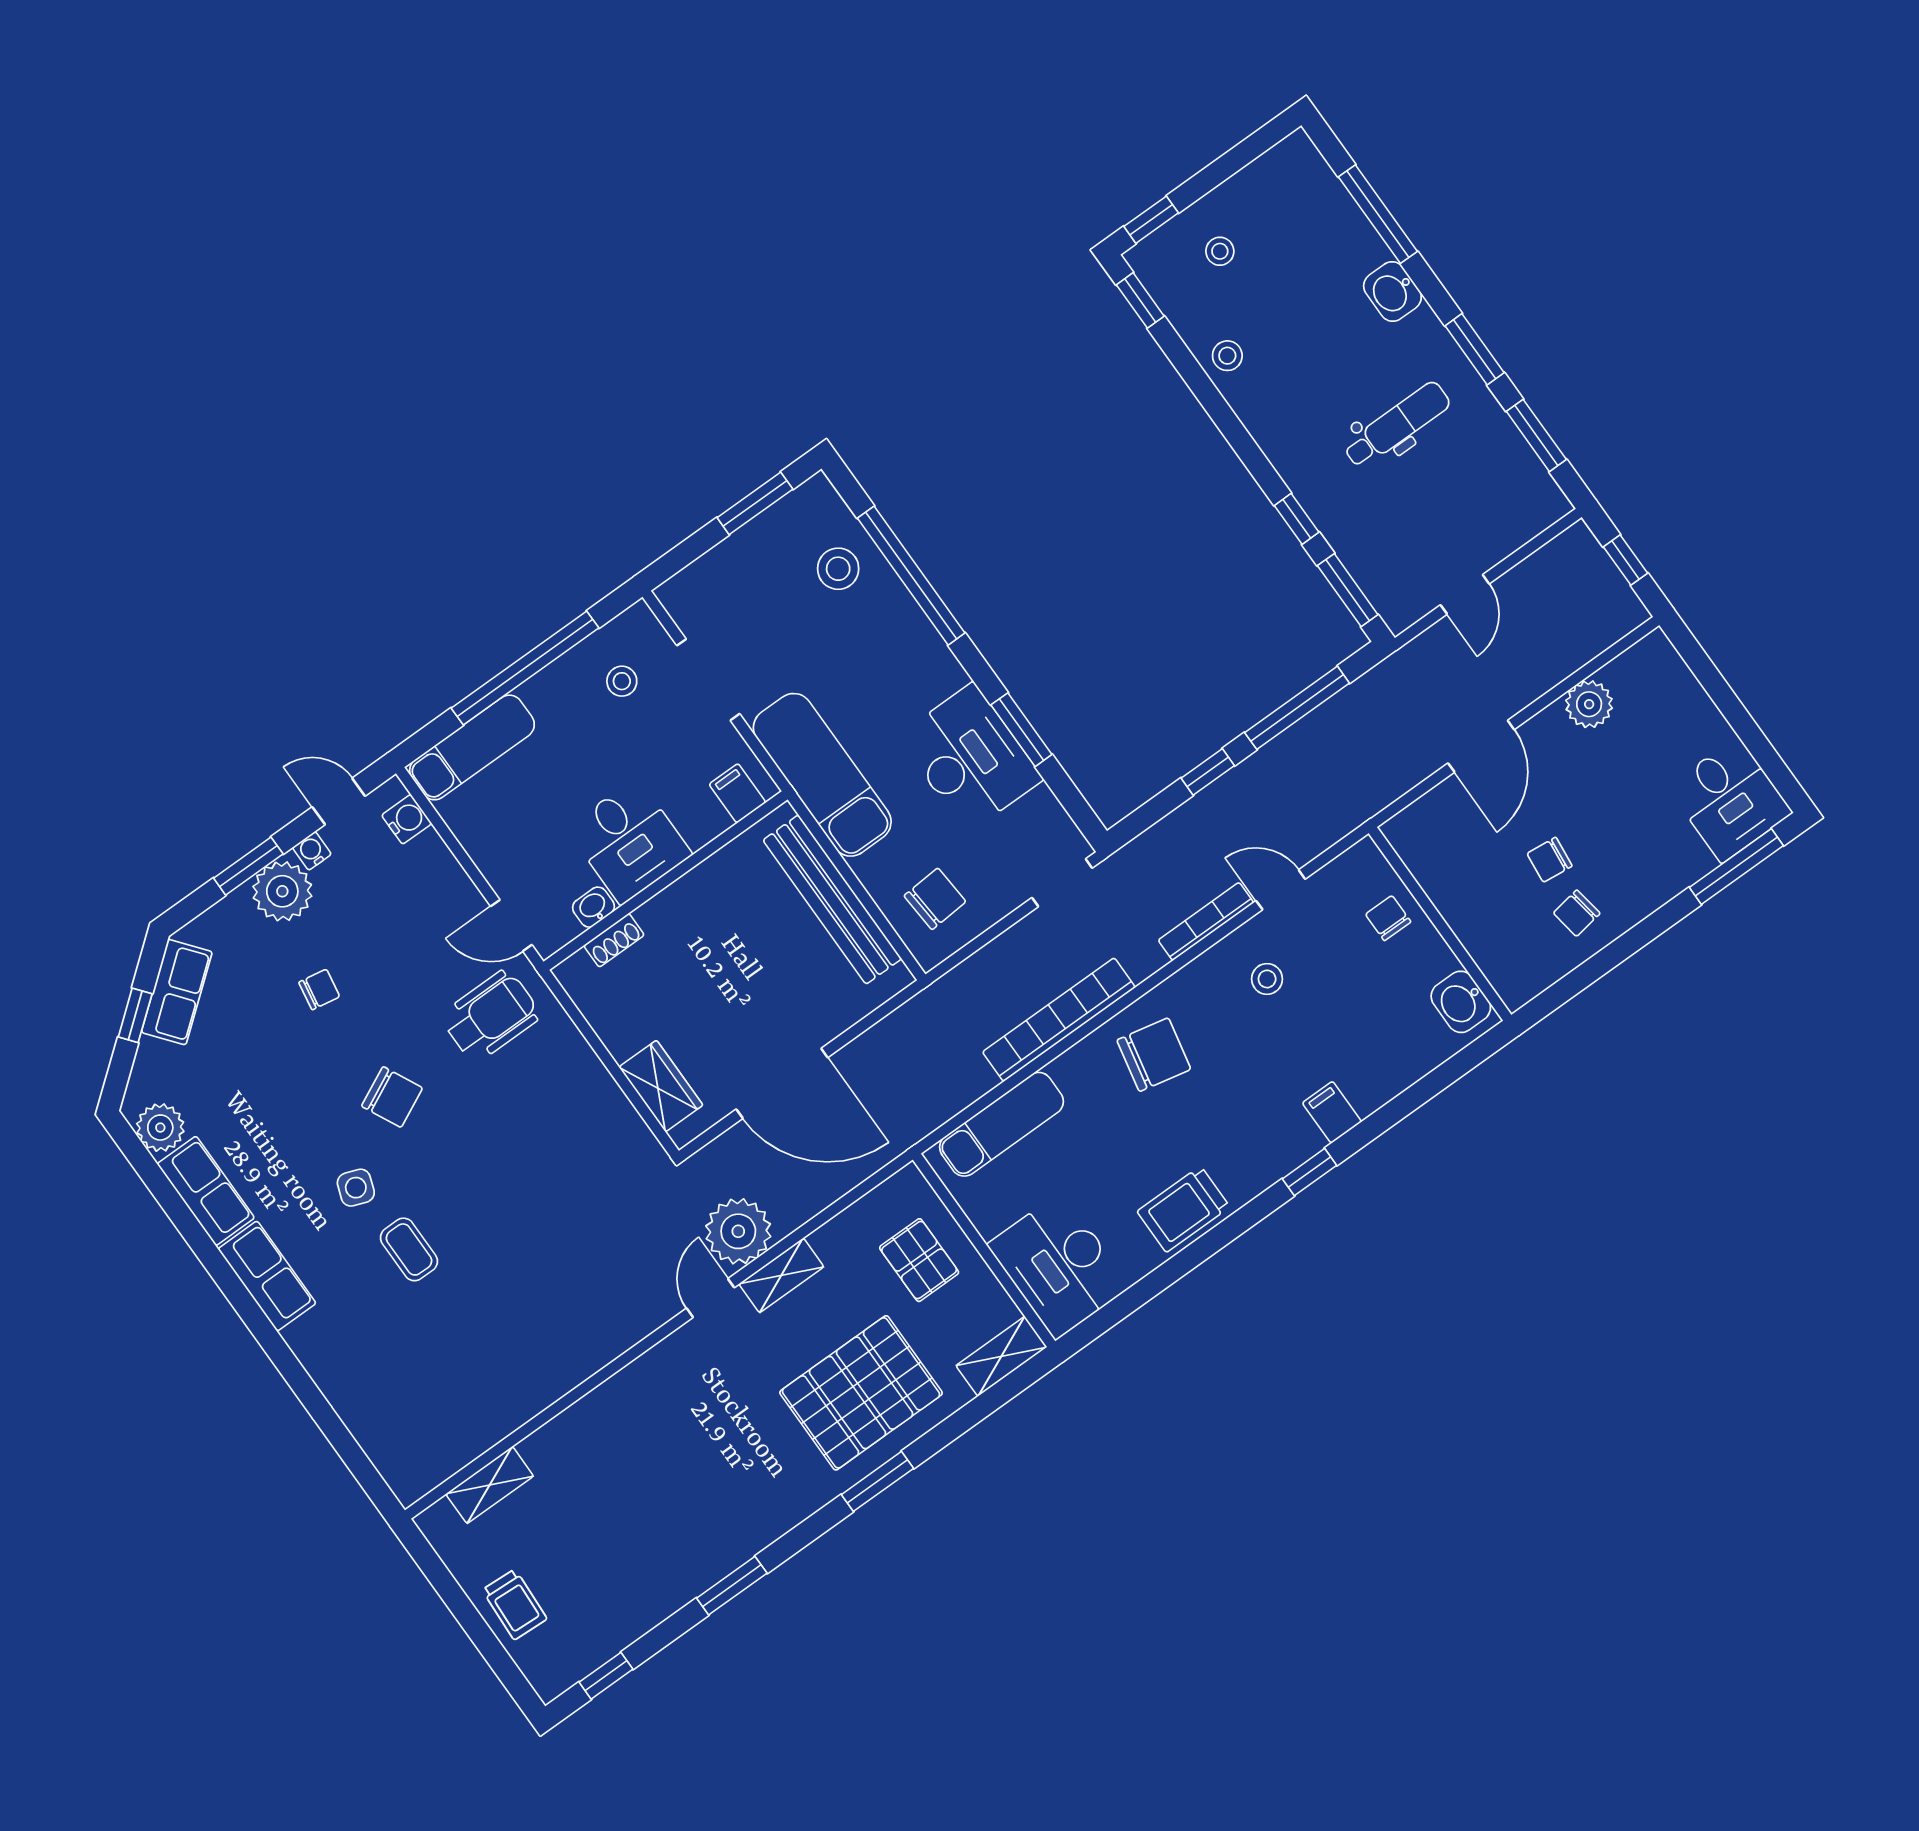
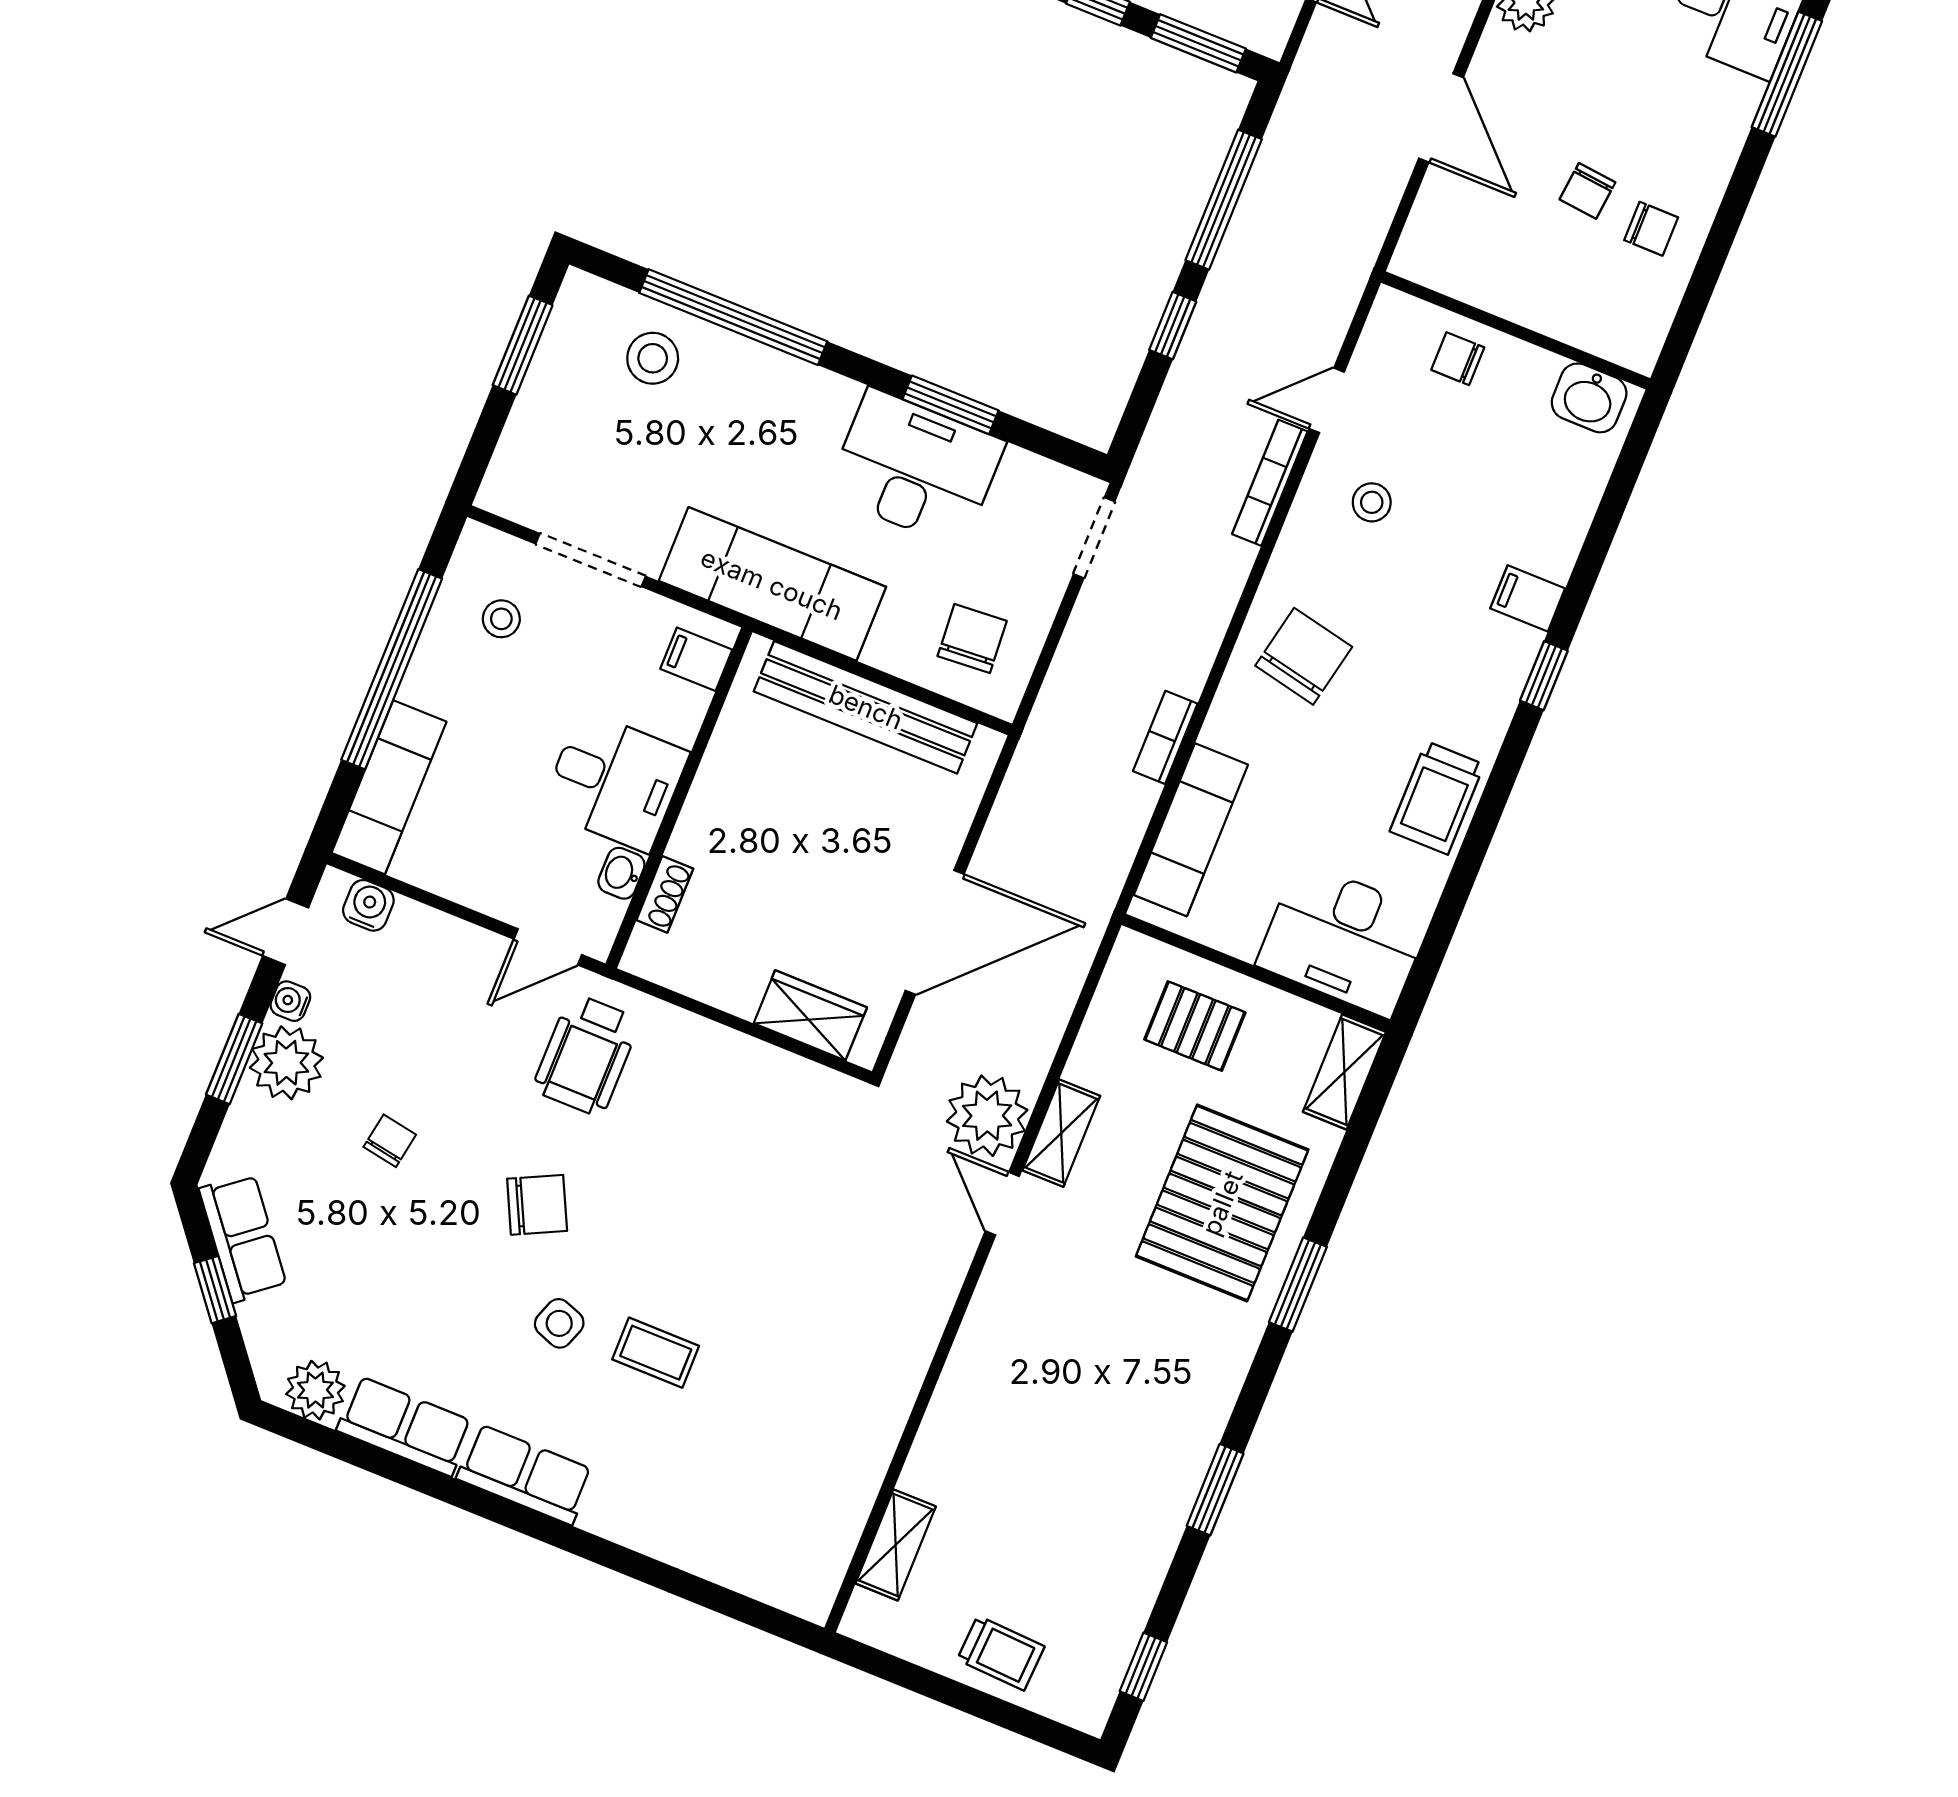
chair: (1577, 913) -> (1651, 229), turned -81
wheelchair: (491, 1016) -> (586, 1055), turned 180
bookcase: (1059, 1020) -> (1165, 737), width x0.43, depth x0.76

